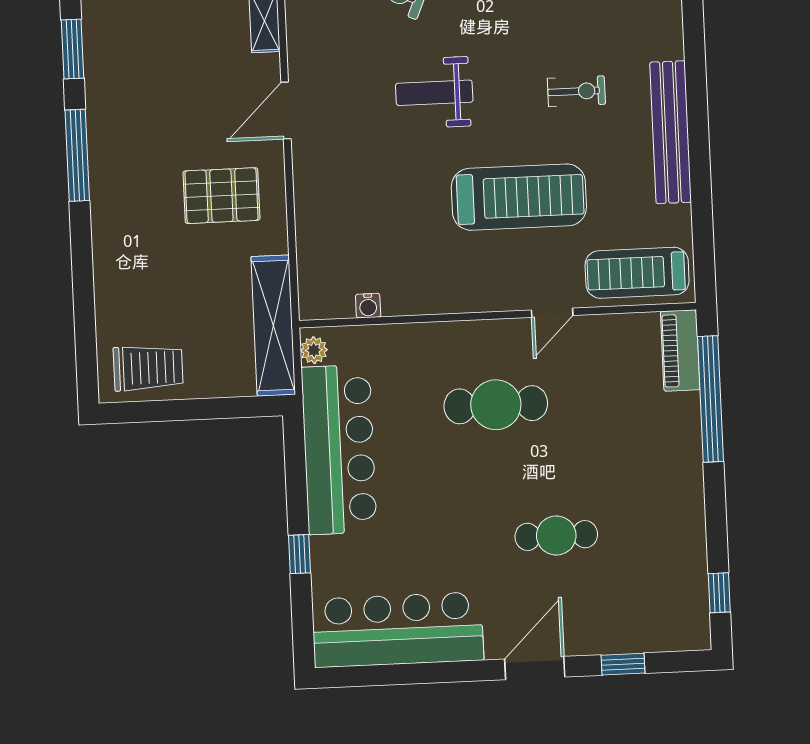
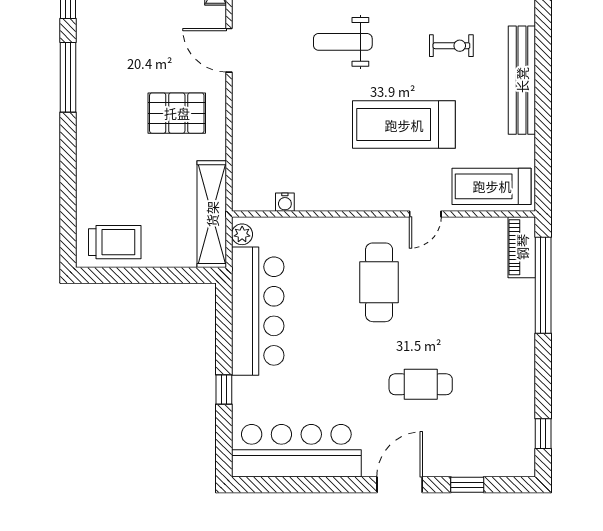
door: (286, 110) -> (229, 50), hinge flipped
treadmill: (519, 197) -> (404, 125), turned 180
cafe table: (496, 405) -> (379, 282), turned 90

